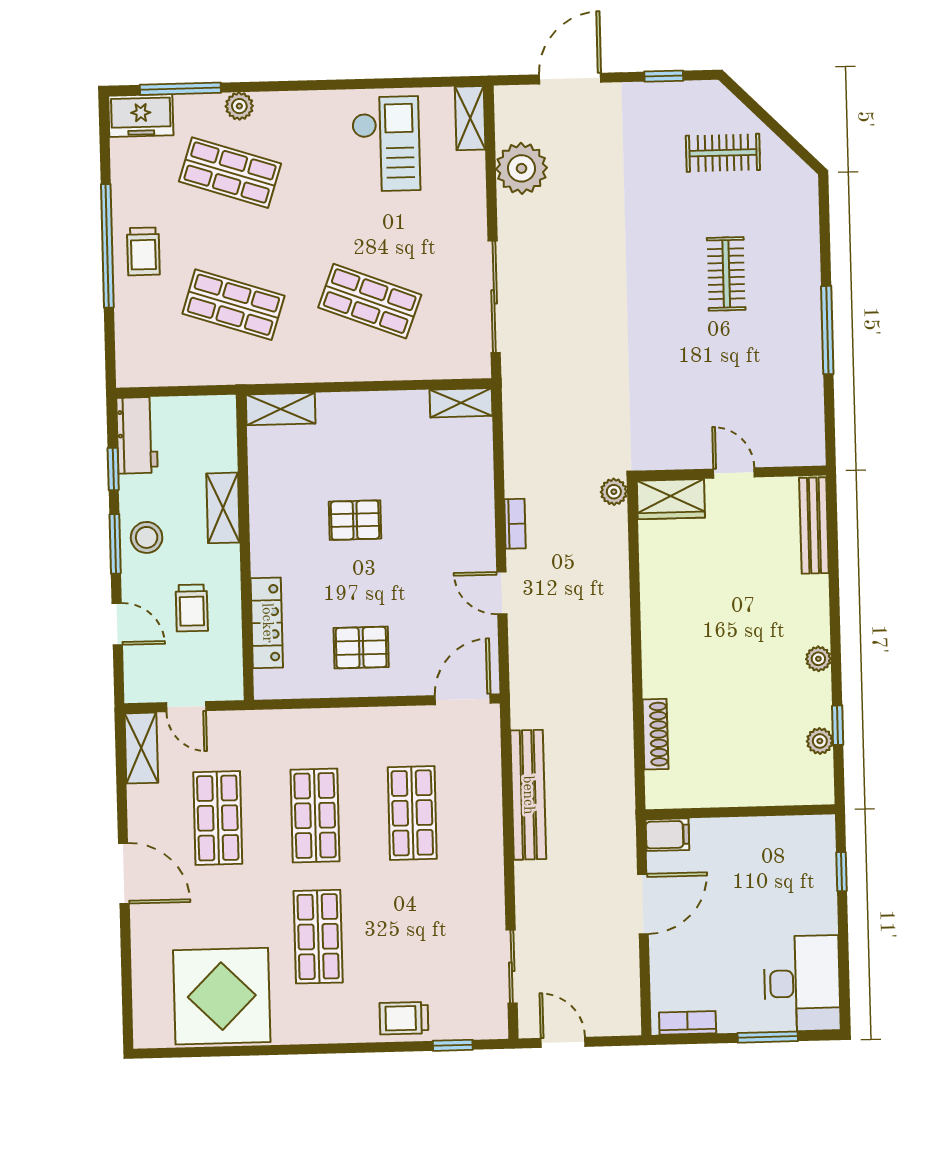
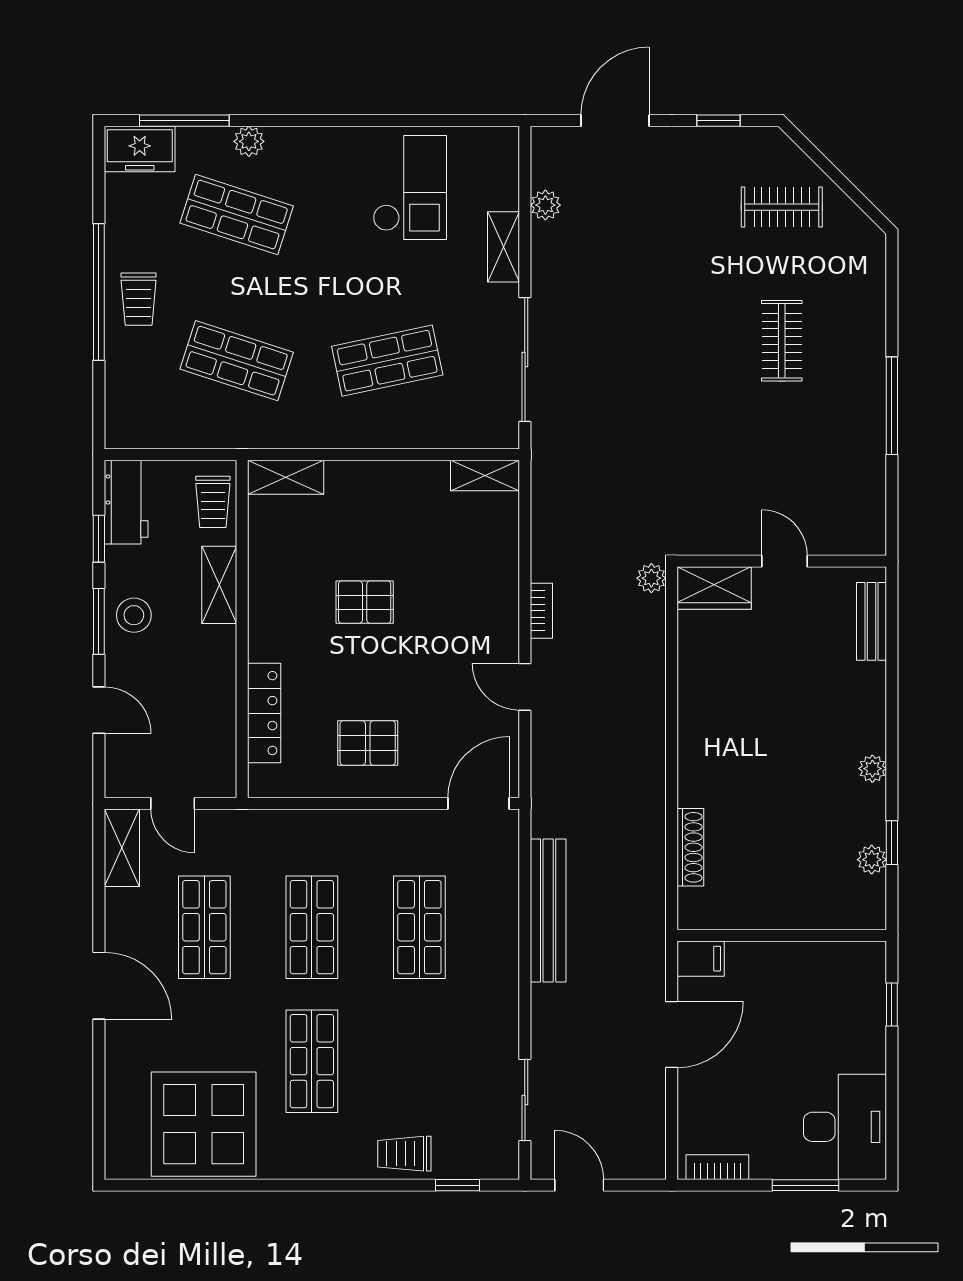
shelving: (470, 118) -> (503, 247), moved
plant: (521, 168) -> (545, 205), width x0.53, depth x0.53
shop shelf: (370, 301) -> (387, 361), turned -33
bench: (814, 525) -> (871, 621), width x0.73
trolley: (192, 608) -> (213, 502), moved

